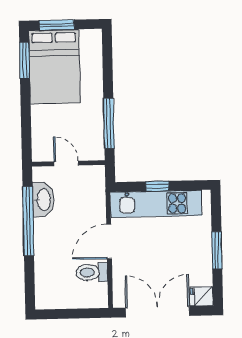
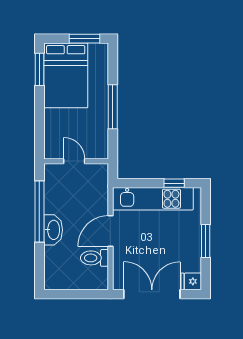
window: (57, 25) -> (85, 39), moved
window: (109, 123) -> (113, 107), moved
window: (157, 186) -> (174, 183), moved
washbasin: (43, 200) -> (53, 230), moved

